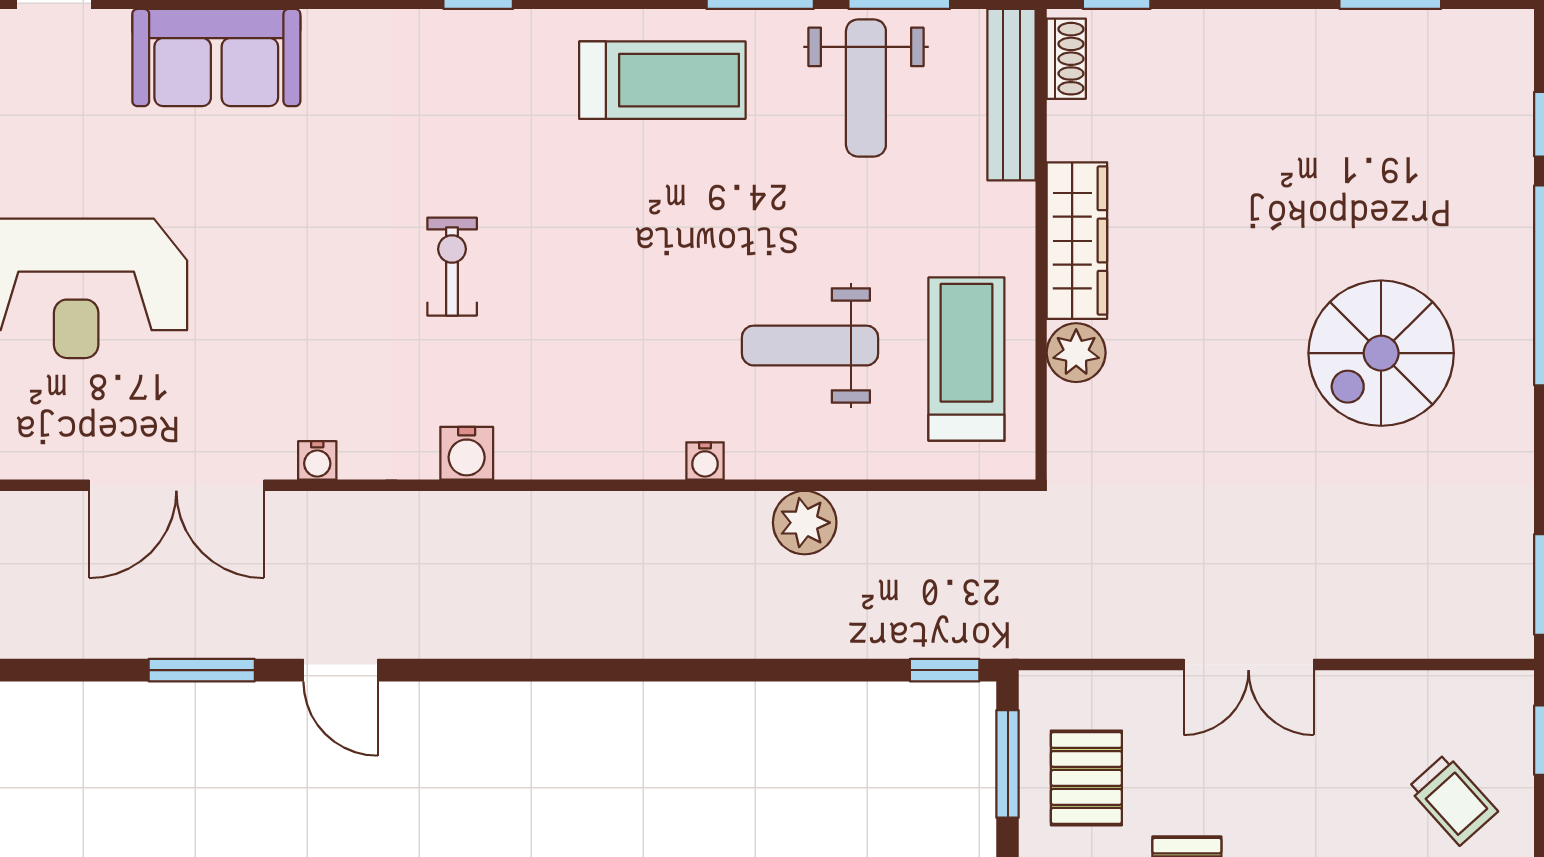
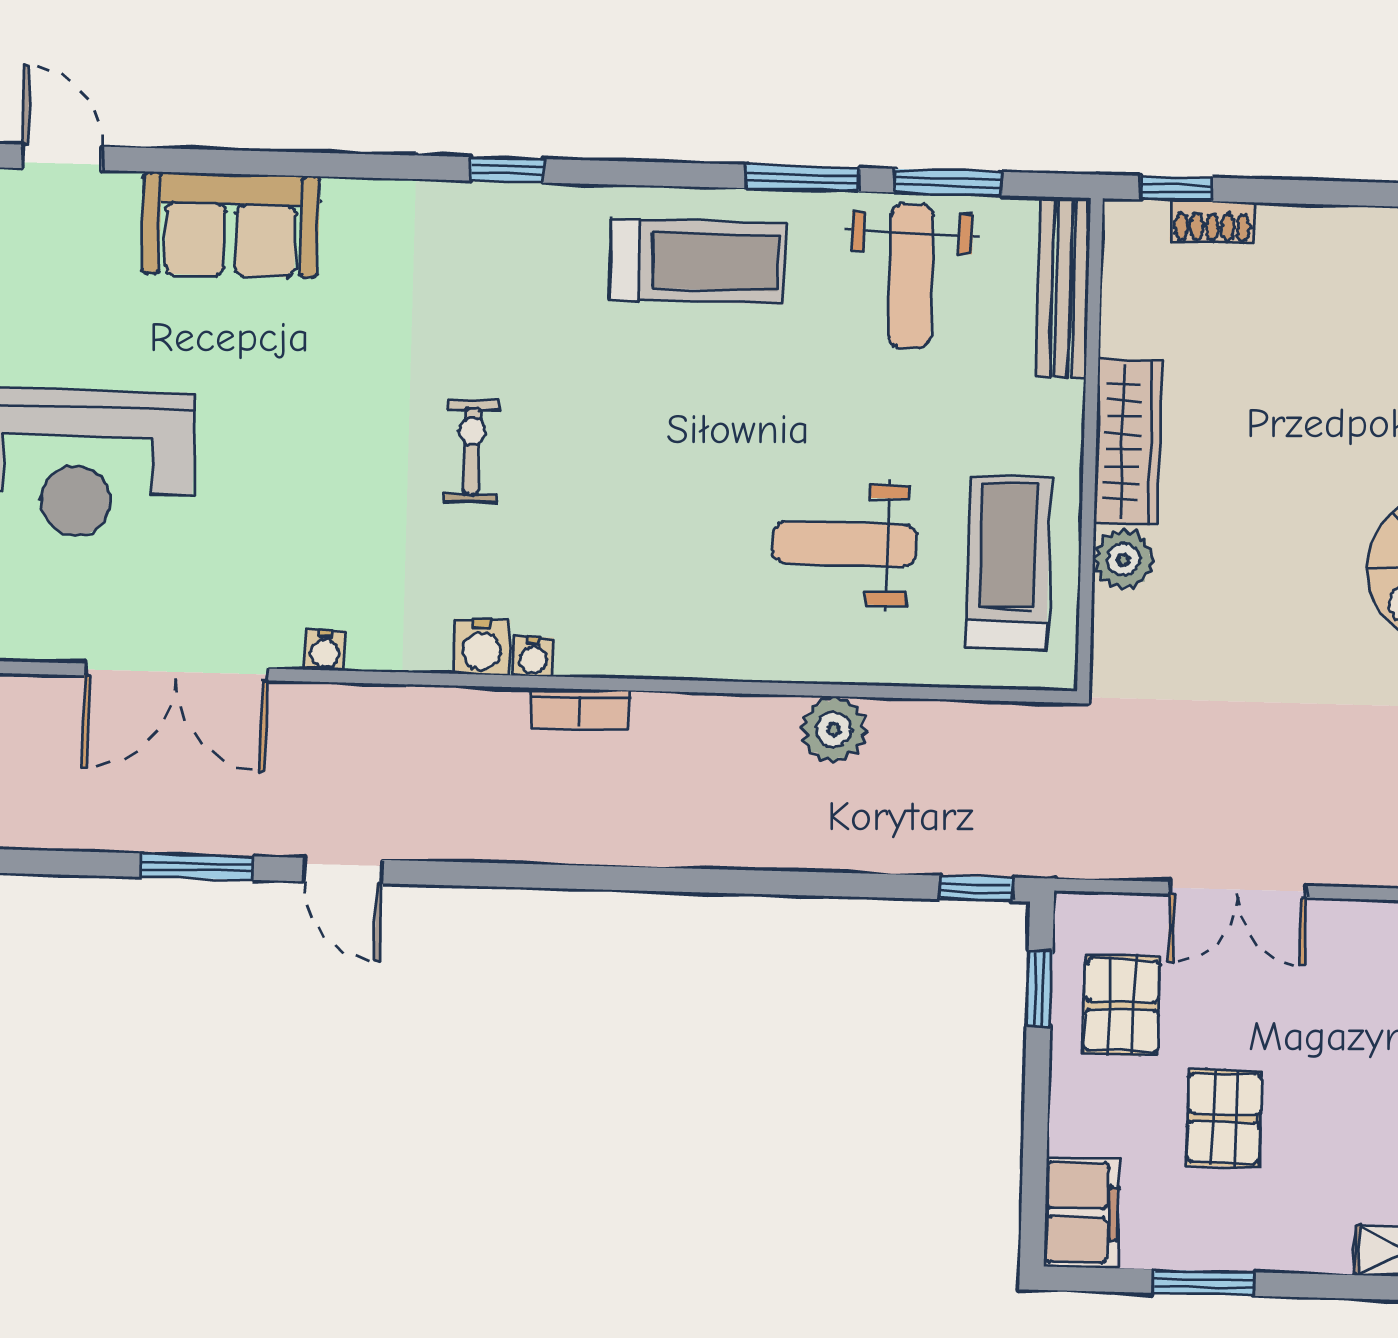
shoe rack: (1066, 59) -> (1212, 222), moved, turned 90
water cooler: (705, 461) -> (533, 657), moved
bookcase: (563, 510) -> (581, 709), added
double door: (1249, 664) -> (1238, 890), moved
window: (1008, 764) -> (1039, 989), width x0.67

